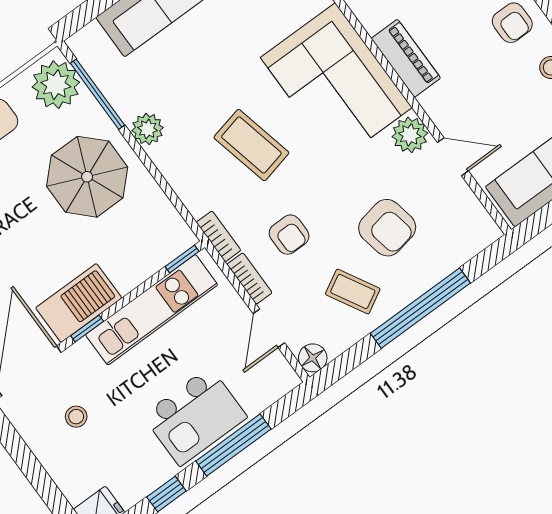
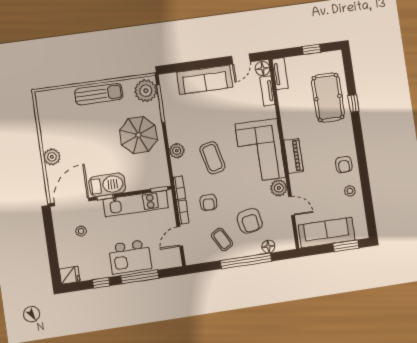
plant: (148, 129) -> (177, 151), moved
floor lamp: (313, 358) -> (268, 247), moved

